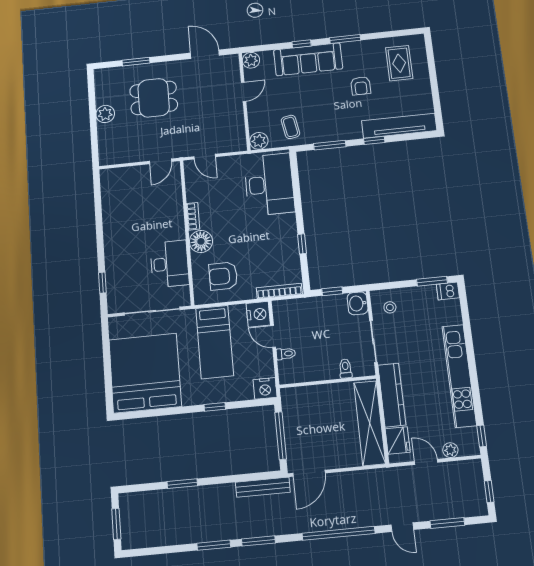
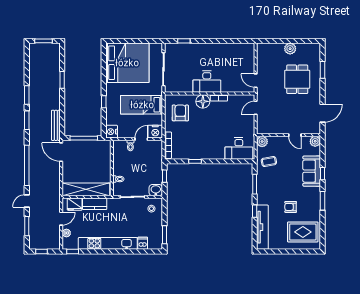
sofa: (308, 59) -> (312, 171), width x0.73
rug: (399, 63) -> (303, 232), width x1.36, depth x1.43
desk: (269, 184) -> (239, 149), width x0.73, depth x0.77
desk: (170, 264) -> (207, 82), moved
dishwasher: (448, 291) -> (143, 243), moved
kitchen counter: (392, 395) -> (95, 204), width x0.67

